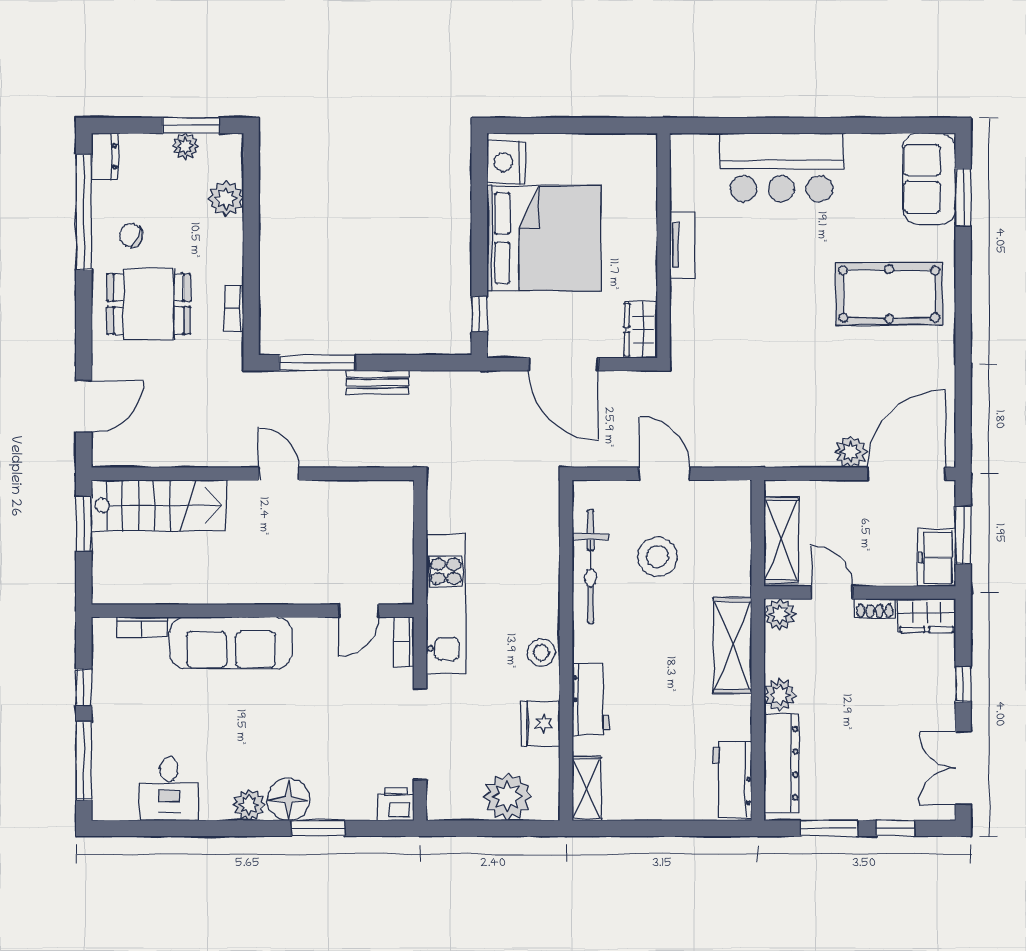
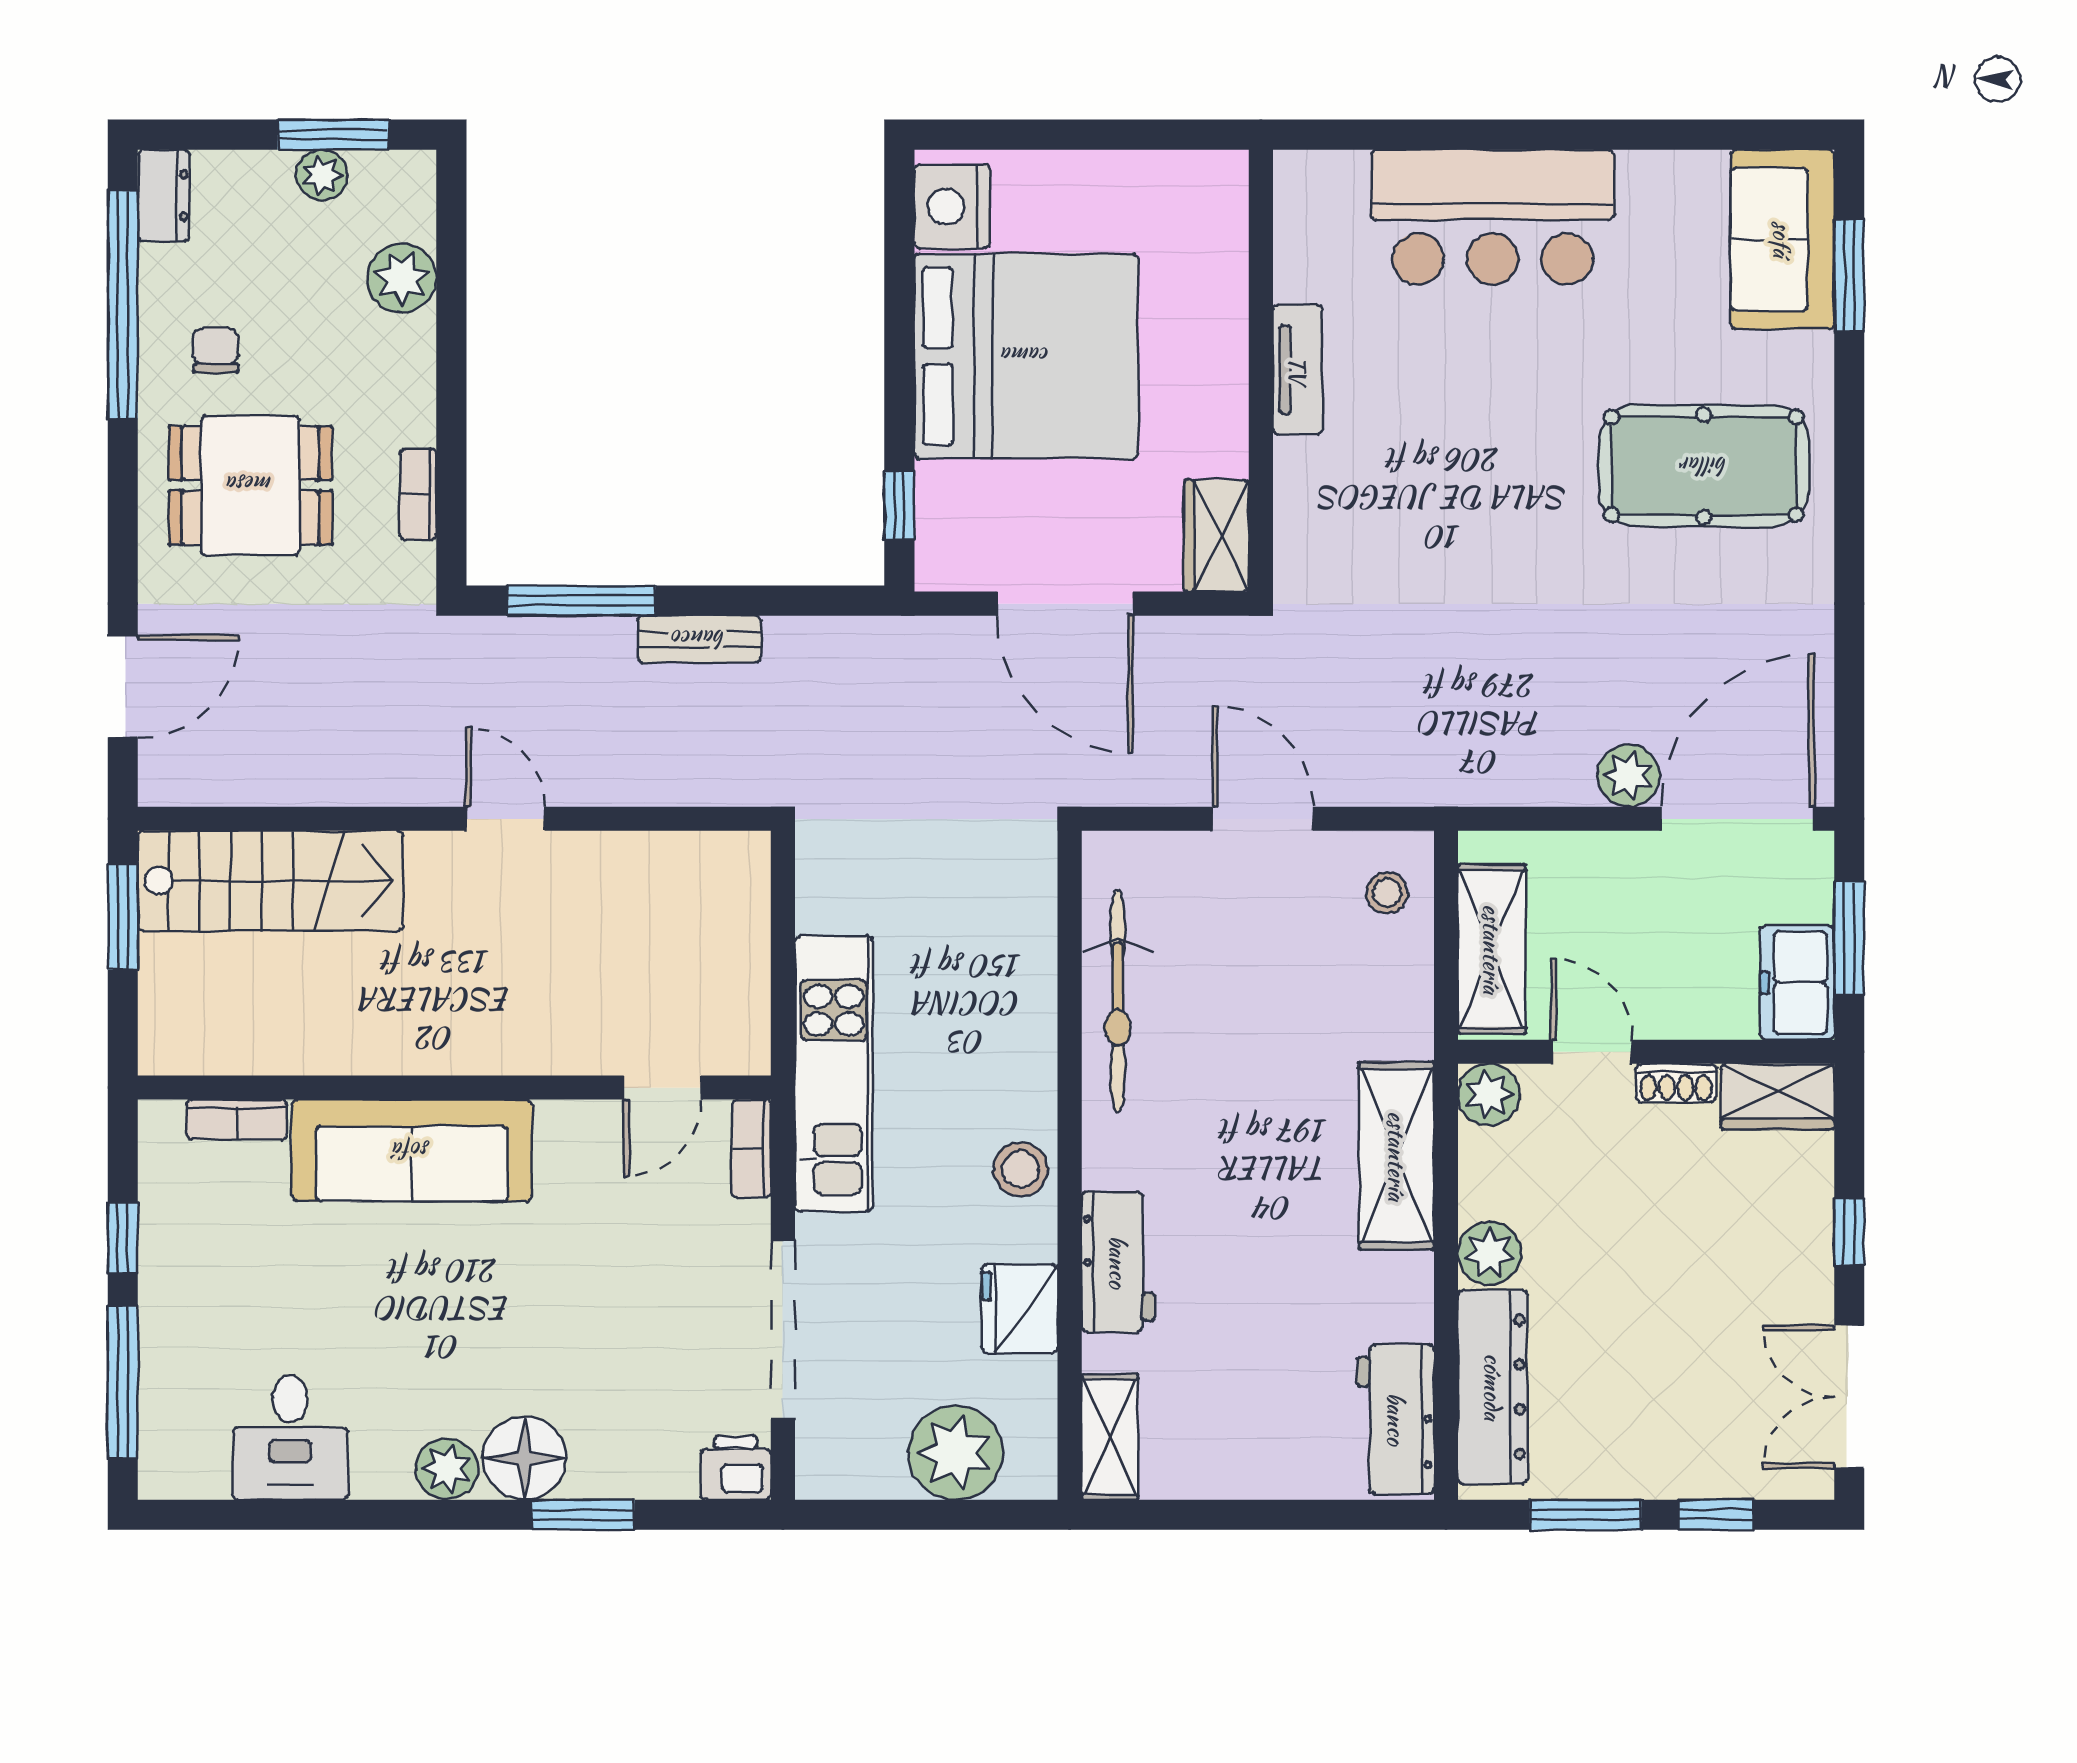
chair: (131, 235) -> (216, 350), turned 68
stool: (657, 557) -> (1387, 893), moved, width x0.53, depth x0.53

